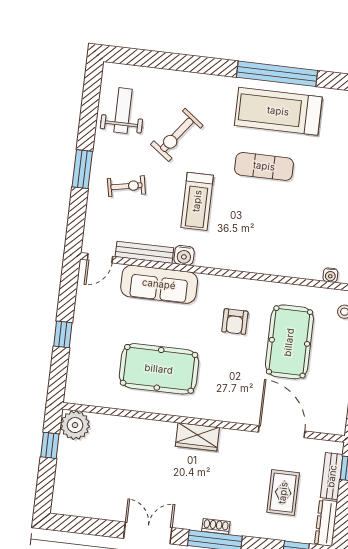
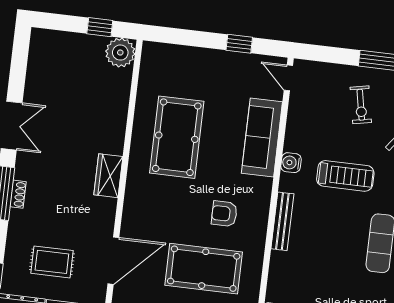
treadmill: (197, 201) -> (345, 176), turned 180
bench: (144, 252) -> (282, 221), moved
window: (63, 334) -> (239, 44), moved

